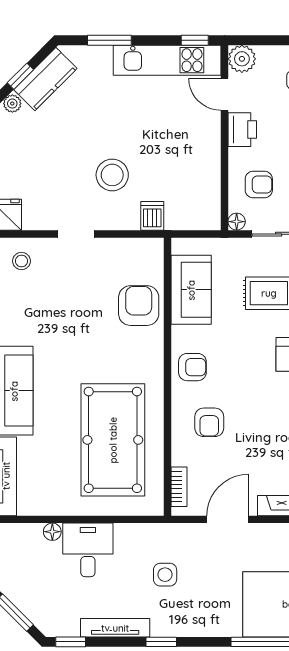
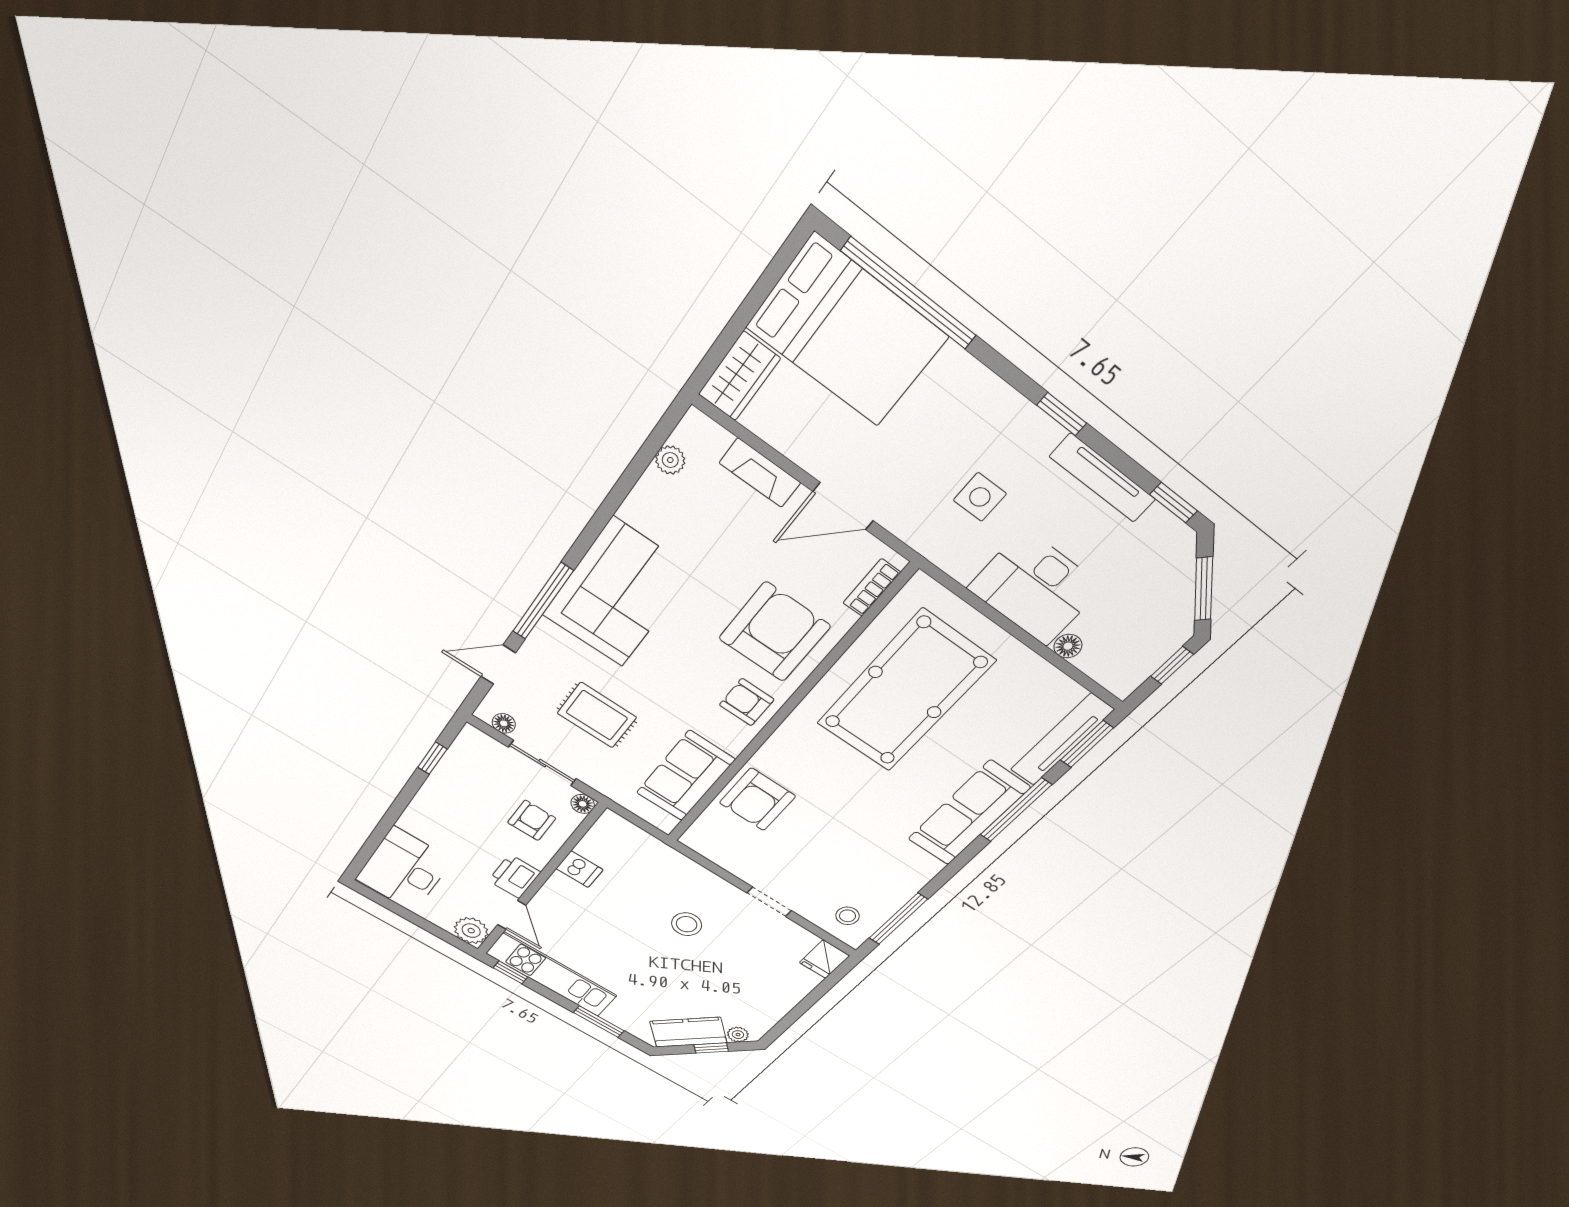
stool: (112, 175) -> (687, 924), width x0.73, depth x0.73
armchair: (259, 184) -> (532, 820), turned 90
dishwasher: (152, 216) -> (580, 869), moved, turned -90
armchair: (209, 422) -> (775, 632), width x1.88, depth x1.88
desk: (88, 550) -> (1035, 588), width x1.37

